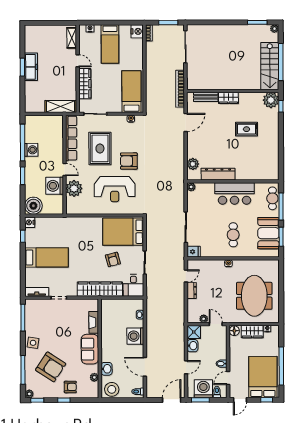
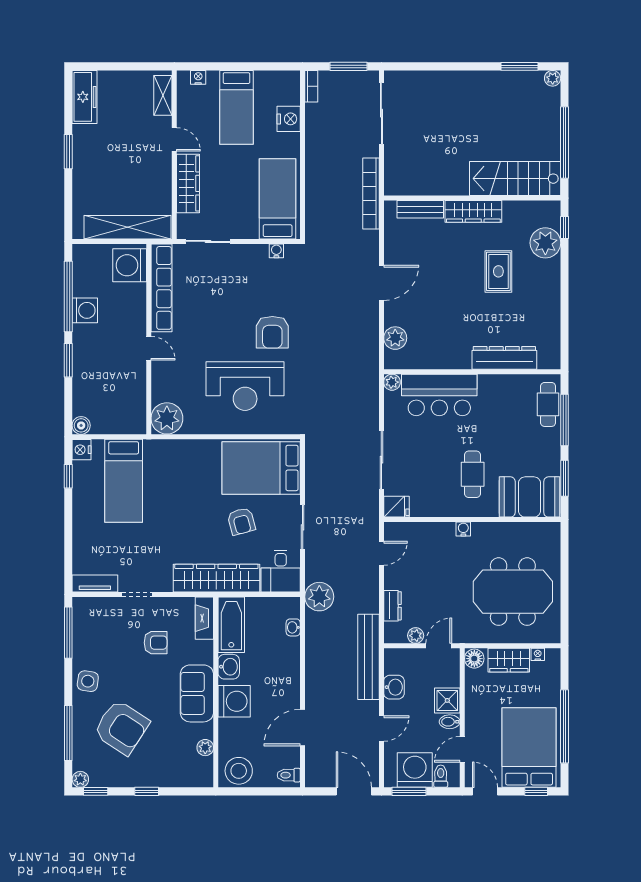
nightstand: (137, 31) -> (289, 119), moved
stairs: (270, 66) -> (515, 179), moved, turned 90
freezer: (31, 67) -> (85, 97), moved
wardrobe: (228, 98) -> (473, 211), width x1.50
plant: (271, 100) -> (545, 243), moved
shelving: (61, 107) -> (127, 227), width x1.47
door: (186, 123) -> (381, 283), moved
rug: (246, 129) -> (498, 271), turned 90
rug: (100, 148) -> (217, 308), removed
armchair: (129, 161) -> (272, 332), turned -90
dresser: (218, 174) -> (504, 358), moved
washing machine: (55, 186) -> (130, 265), moved
plant: (74, 188) -> (167, 418), moved
bar counter: (234, 193) -> (439, 395), moved
boiler: (33, 206) -> (81, 425), width x0.54, depth x0.54
booth: (268, 233) -> (529, 497), moved, turned 90
bed: (46, 257) -> (124, 481), moved, turned 90
dresser: (192, 291) -> (393, 606), moved
meeting table: (254, 296) -> (513, 592), turned 90
plant: (154, 299) -> (319, 597), added
bathtub: (108, 313) -> (231, 625), added
fireplace: (94, 322) -> (204, 618), moved
door: (216, 324) -> (439, 646), hinge flipped
bench: (179, 330) -> (368, 657), added
shower: (194, 332) -> (447, 700), moved
washing machine: (135, 336) -> (234, 701), moved, turned 180
door: (145, 367) -> (303, 728), hinge flipped
washbasin: (106, 369) -> (229, 667), moved
armchair: (70, 387) -> (156, 643), moved
door: (172, 400) -> (354, 791), hinge flipped
door: (240, 400) -> (485, 791), swing flipped

